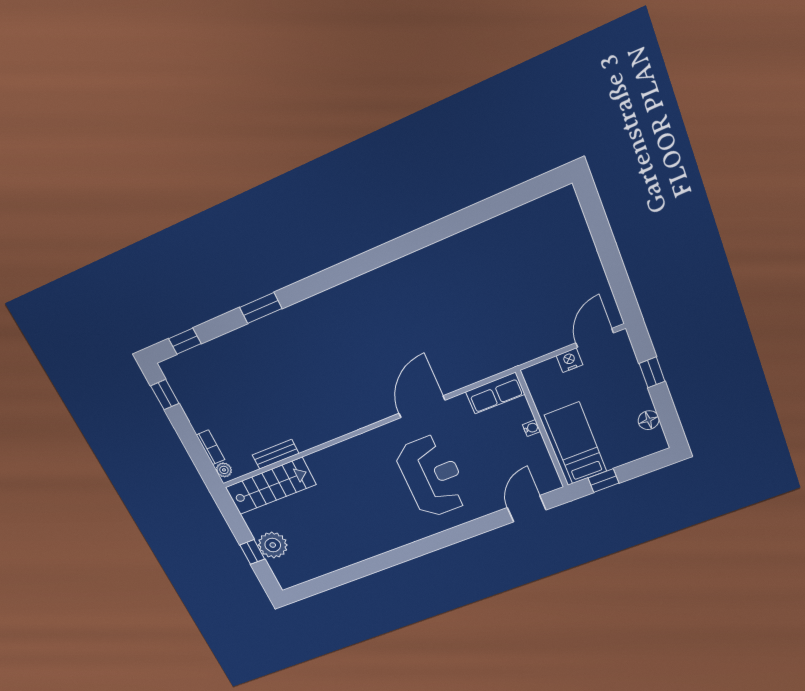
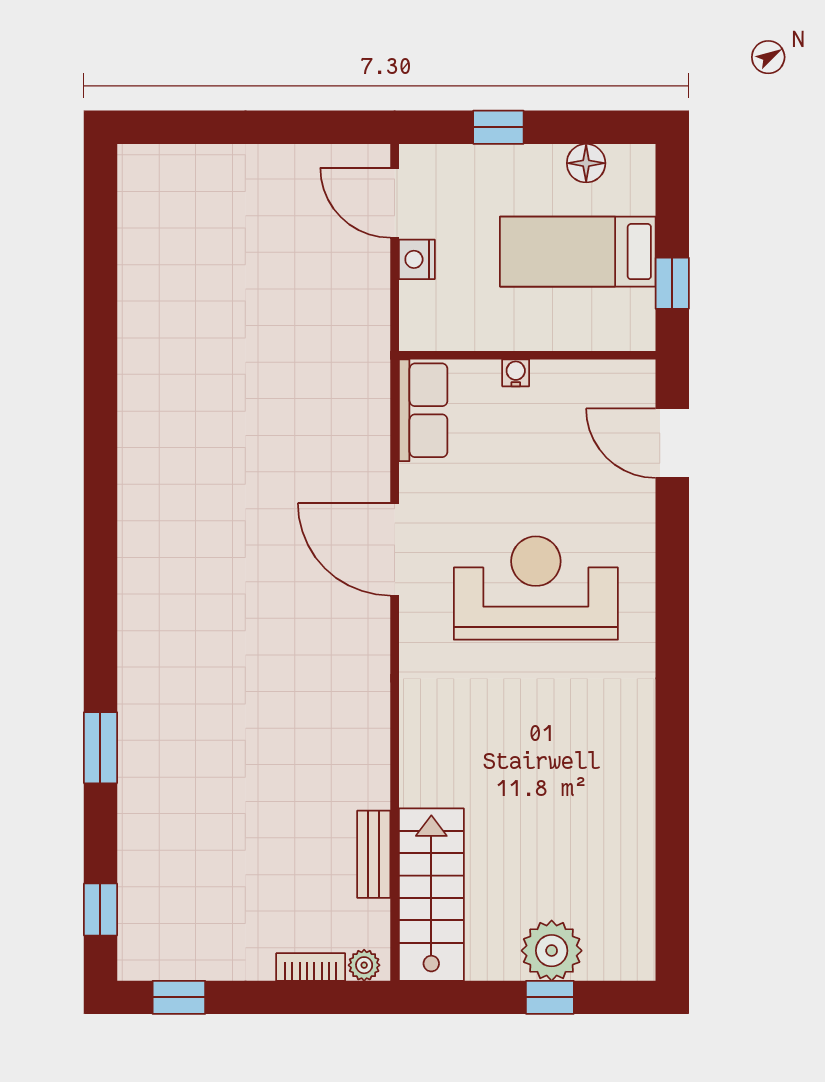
bed: (576, 443) -> (578, 252), moved

